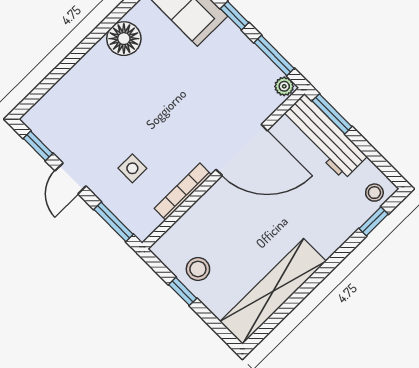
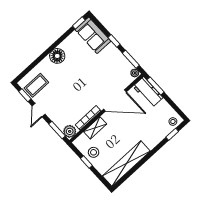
floor lamp: (124, 39) -> (57, 56), moved
coffee table: (63, 122) -> (36, 85), added
workbench: (324, 137) -> (148, 92), width x0.73
side table: (132, 168) -> (66, 107), removed
shelving: (199, 214) -> (95, 128), added
plant: (142, 224) -> (70, 131), added

